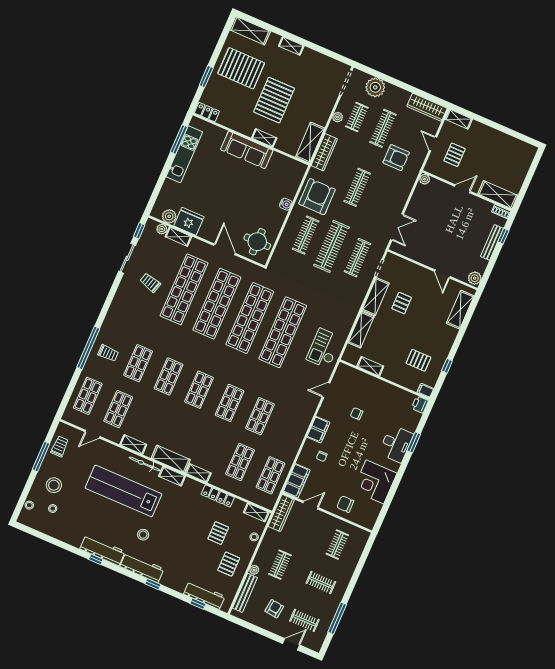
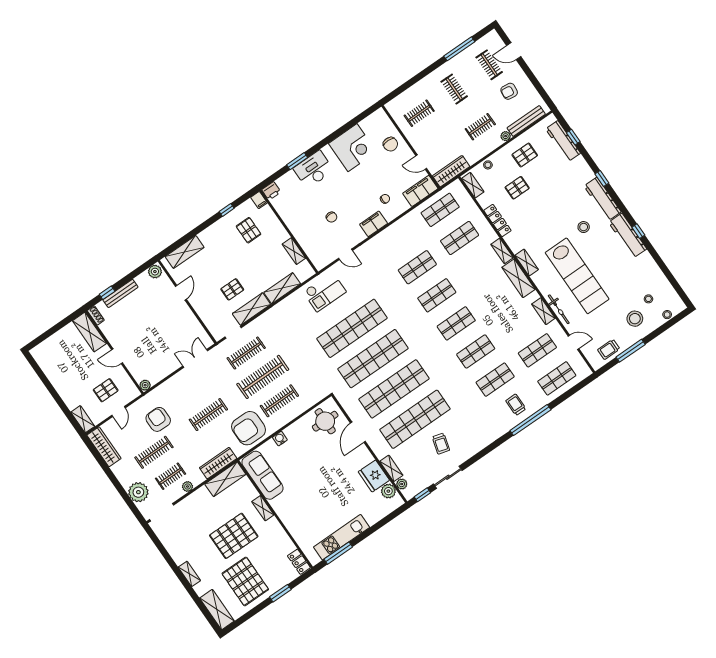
sofa: (247, 150) -> (262, 475), moved
bicycle: (145, 464) -> (559, 309), moved

